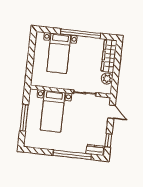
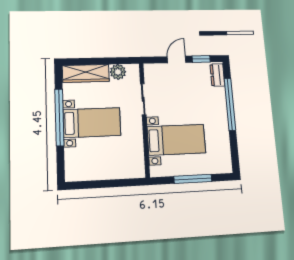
bed with nightstands: (59, 53) -> (92, 123), moved
door: (112, 112) -> (176, 59), moved

